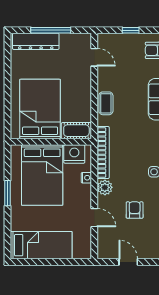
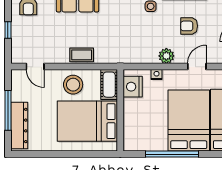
door: (94, 57) -> (35, 67), swing flipped
stool: (76, 95) -> (73, 85), added
bookcase: (103, 152) -> (131, 58), removed
bed: (42, 175) -> (189, 121), moved, turned -90
window: (7, 193) -> (172, 154), width x2.11

